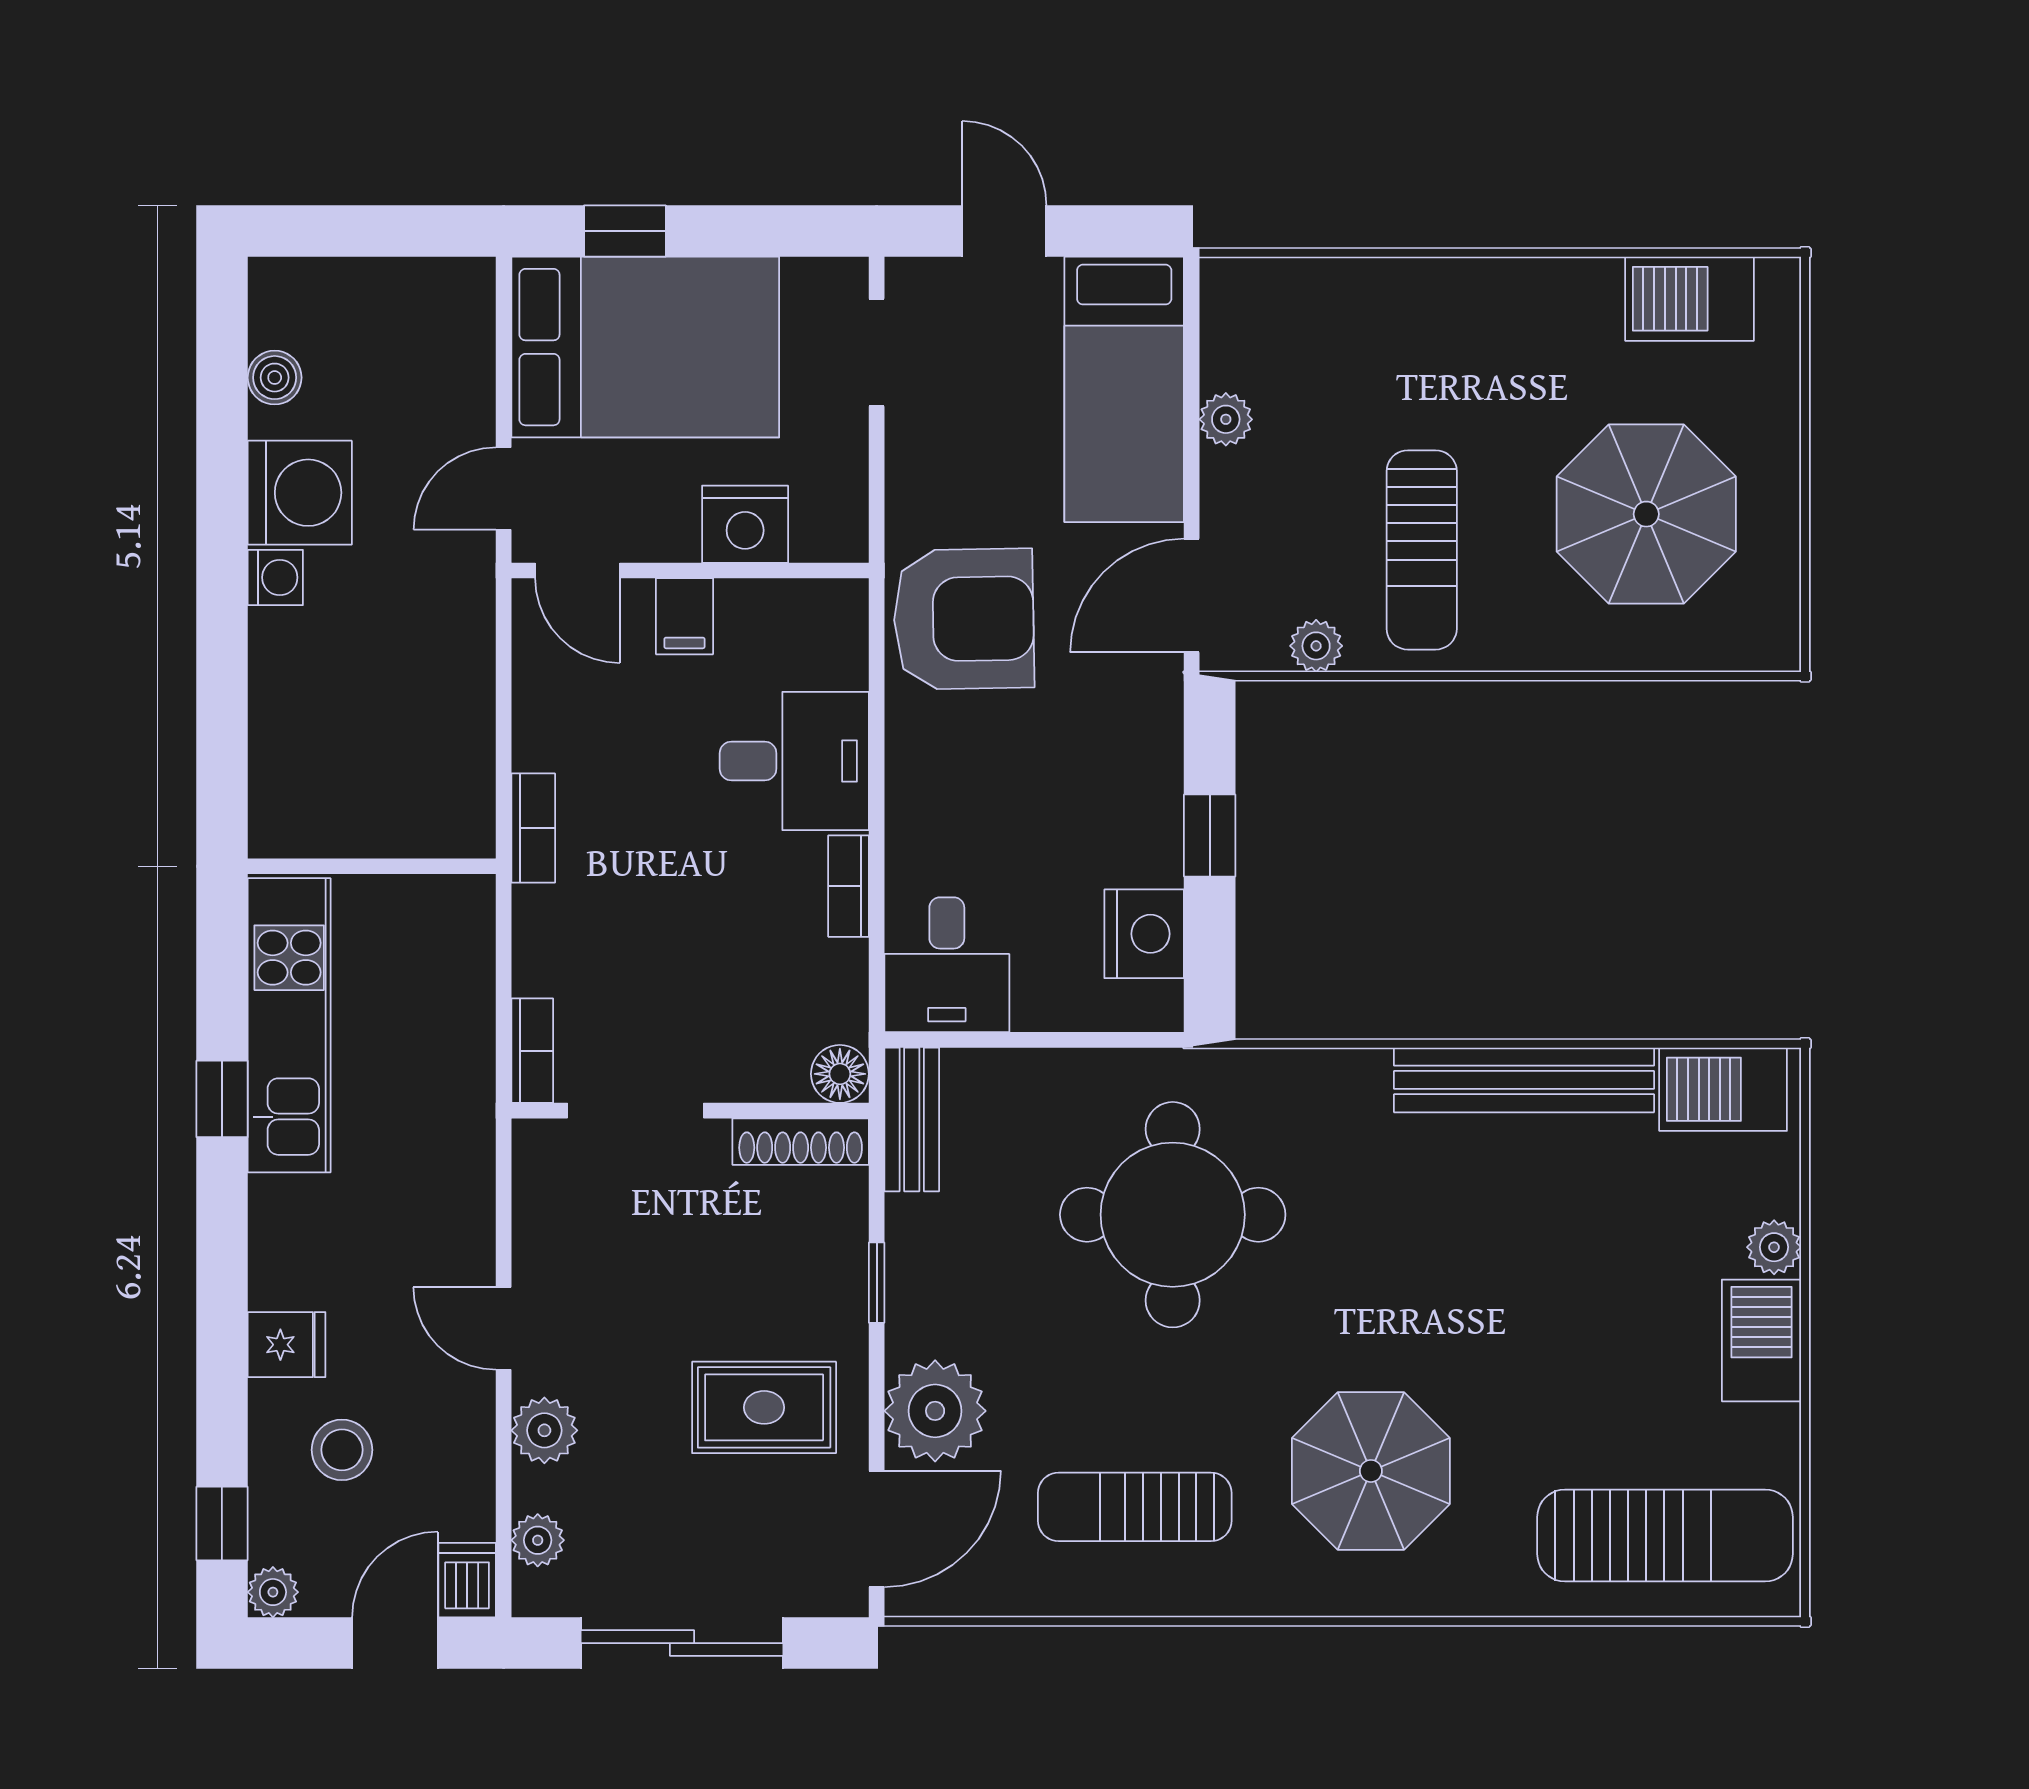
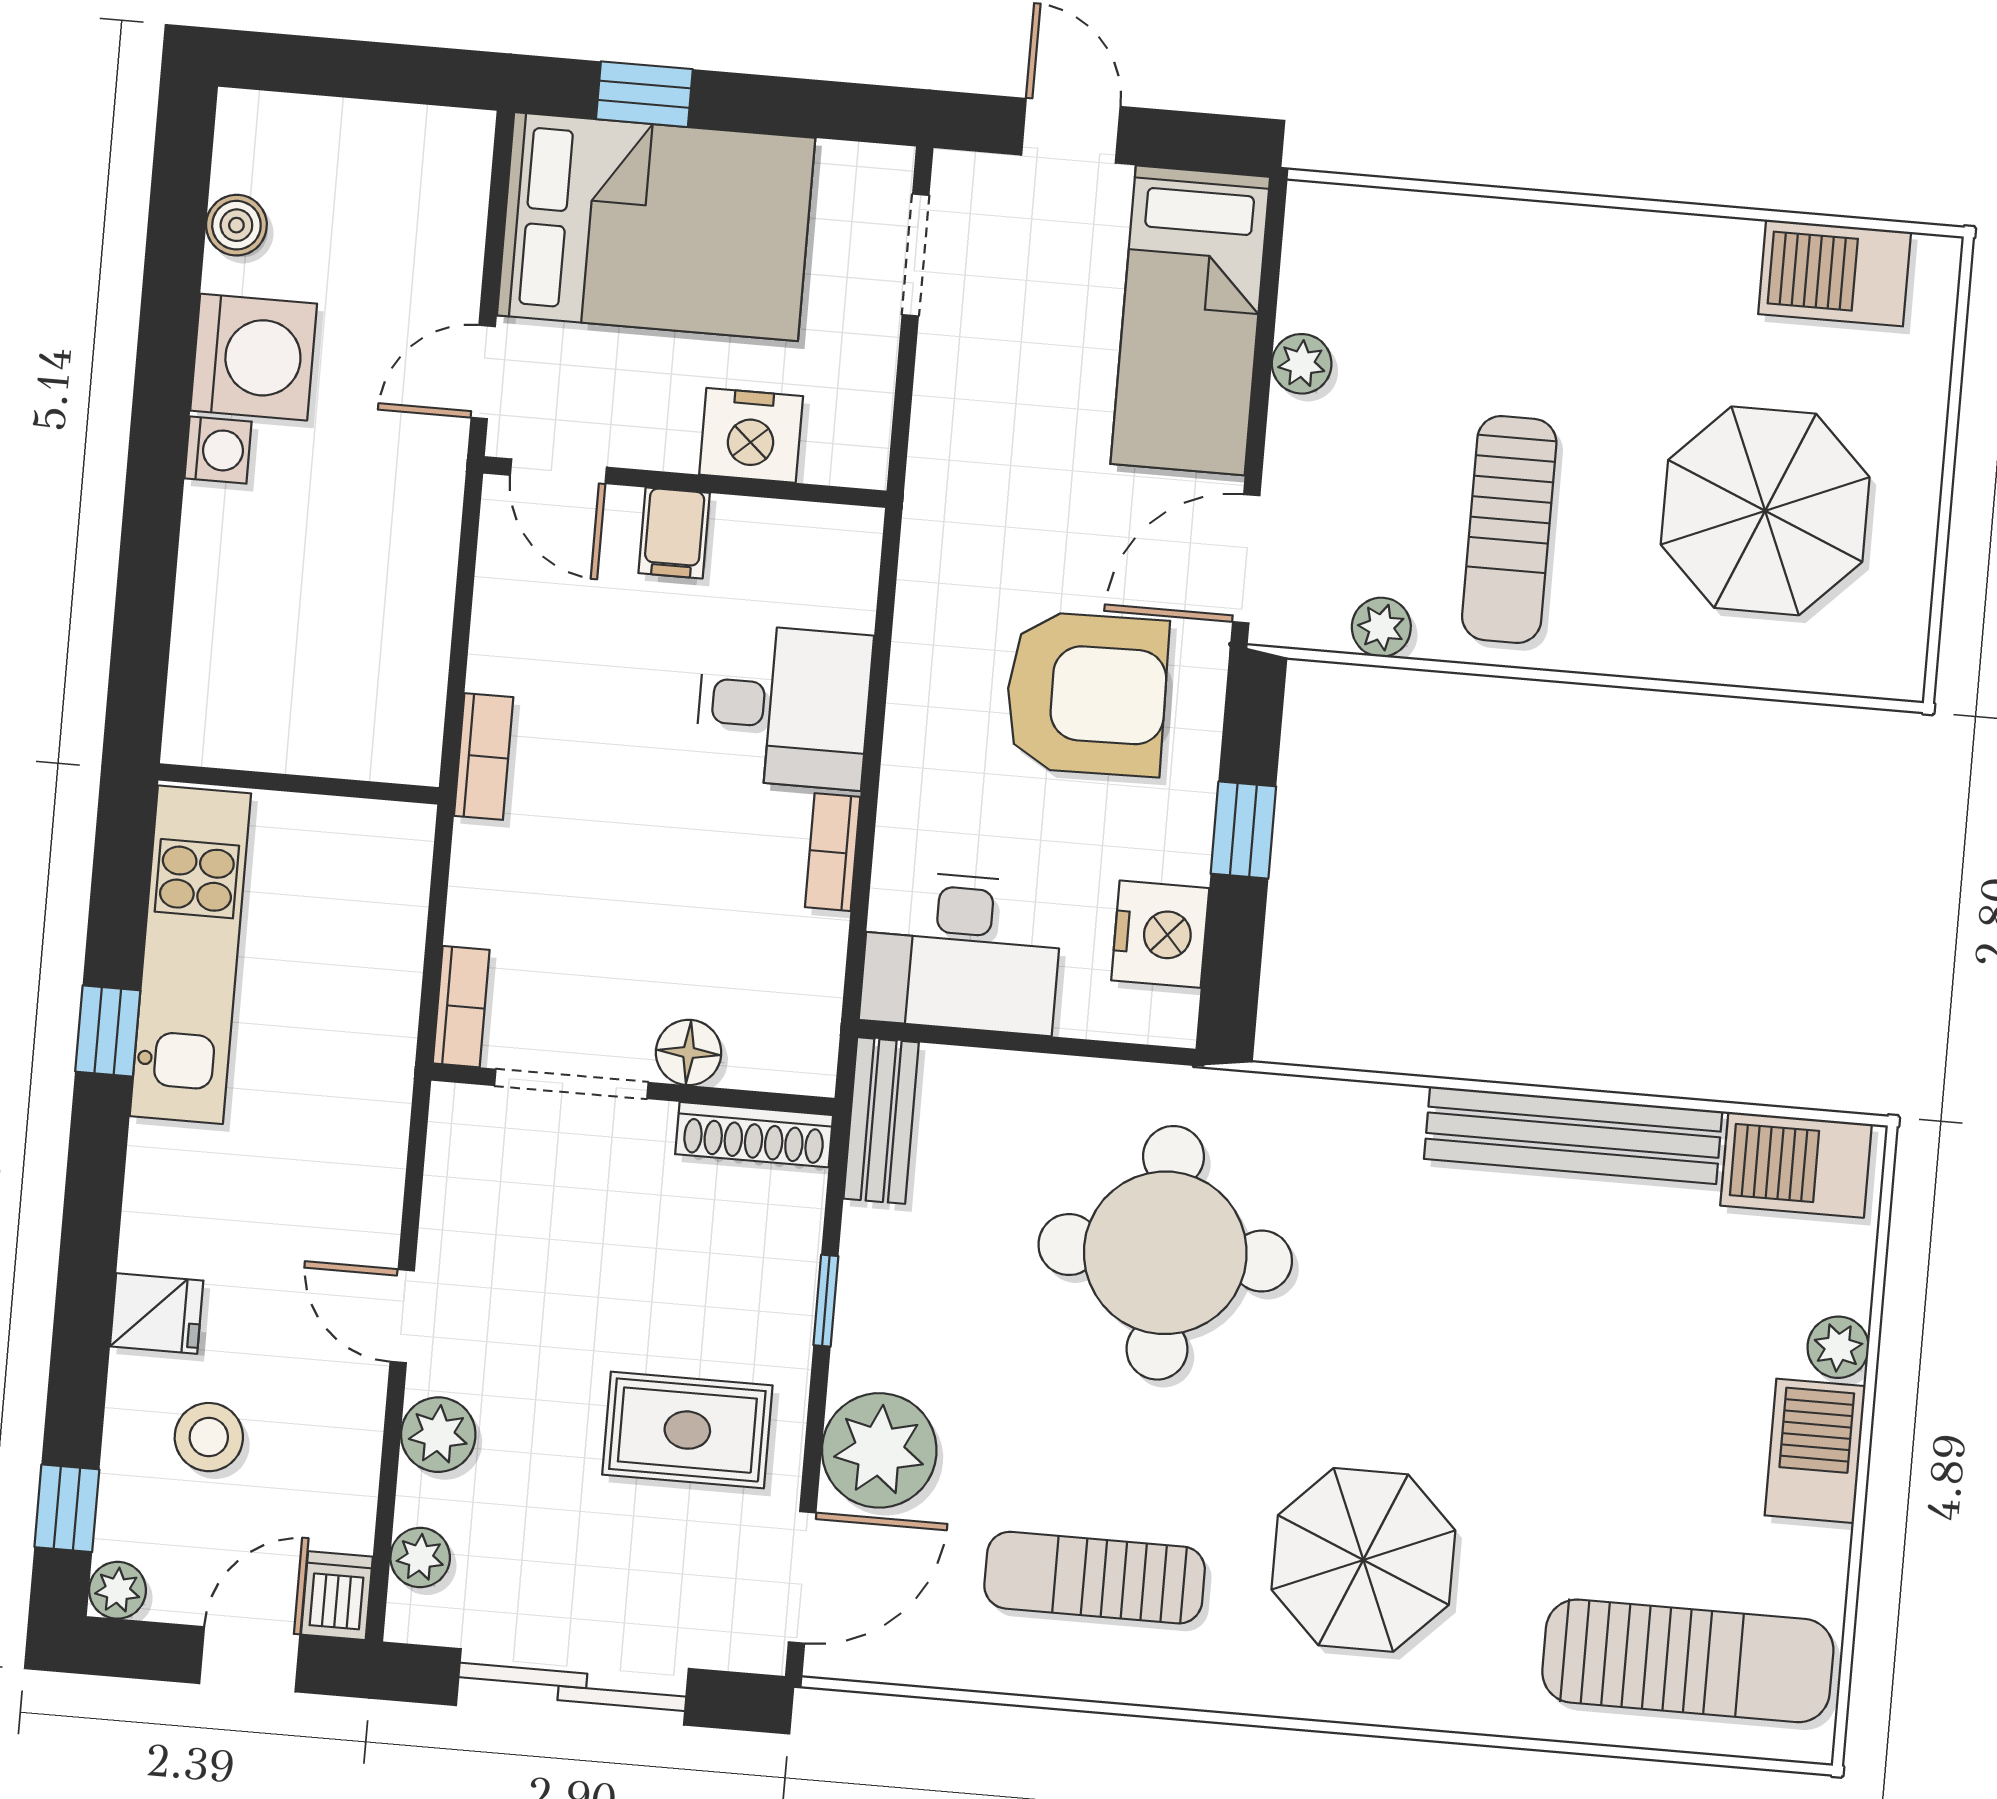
armchair: (964, 619) -> (1086, 694), moved
desk: (947, 965) -> (962, 952), width x1.37
floor lamp: (840, 1074) -> (689, 1052), moved

